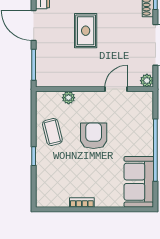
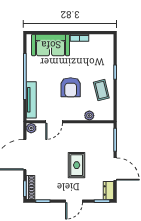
tv unit: (147, 119) -> (31, 100), added
sofa: (139, 182) -> (51, 45), moved, turned 90

